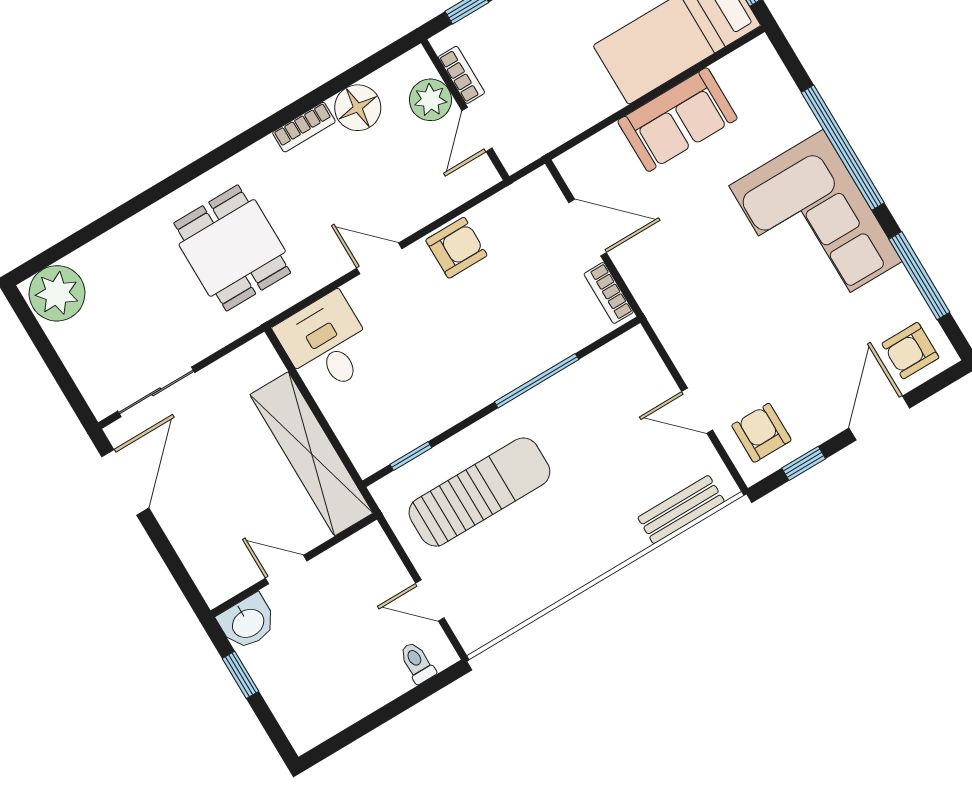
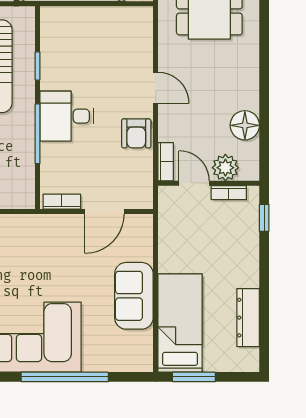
bookcase: (304, 127) -> (166, 162), moved, turned 180
door: (379, 258) -> (156, 88), hinge flipped
desk: (326, 344) -> (67, 116), moved, turned 180
window: (411, 456) -> (37, 66), moved

